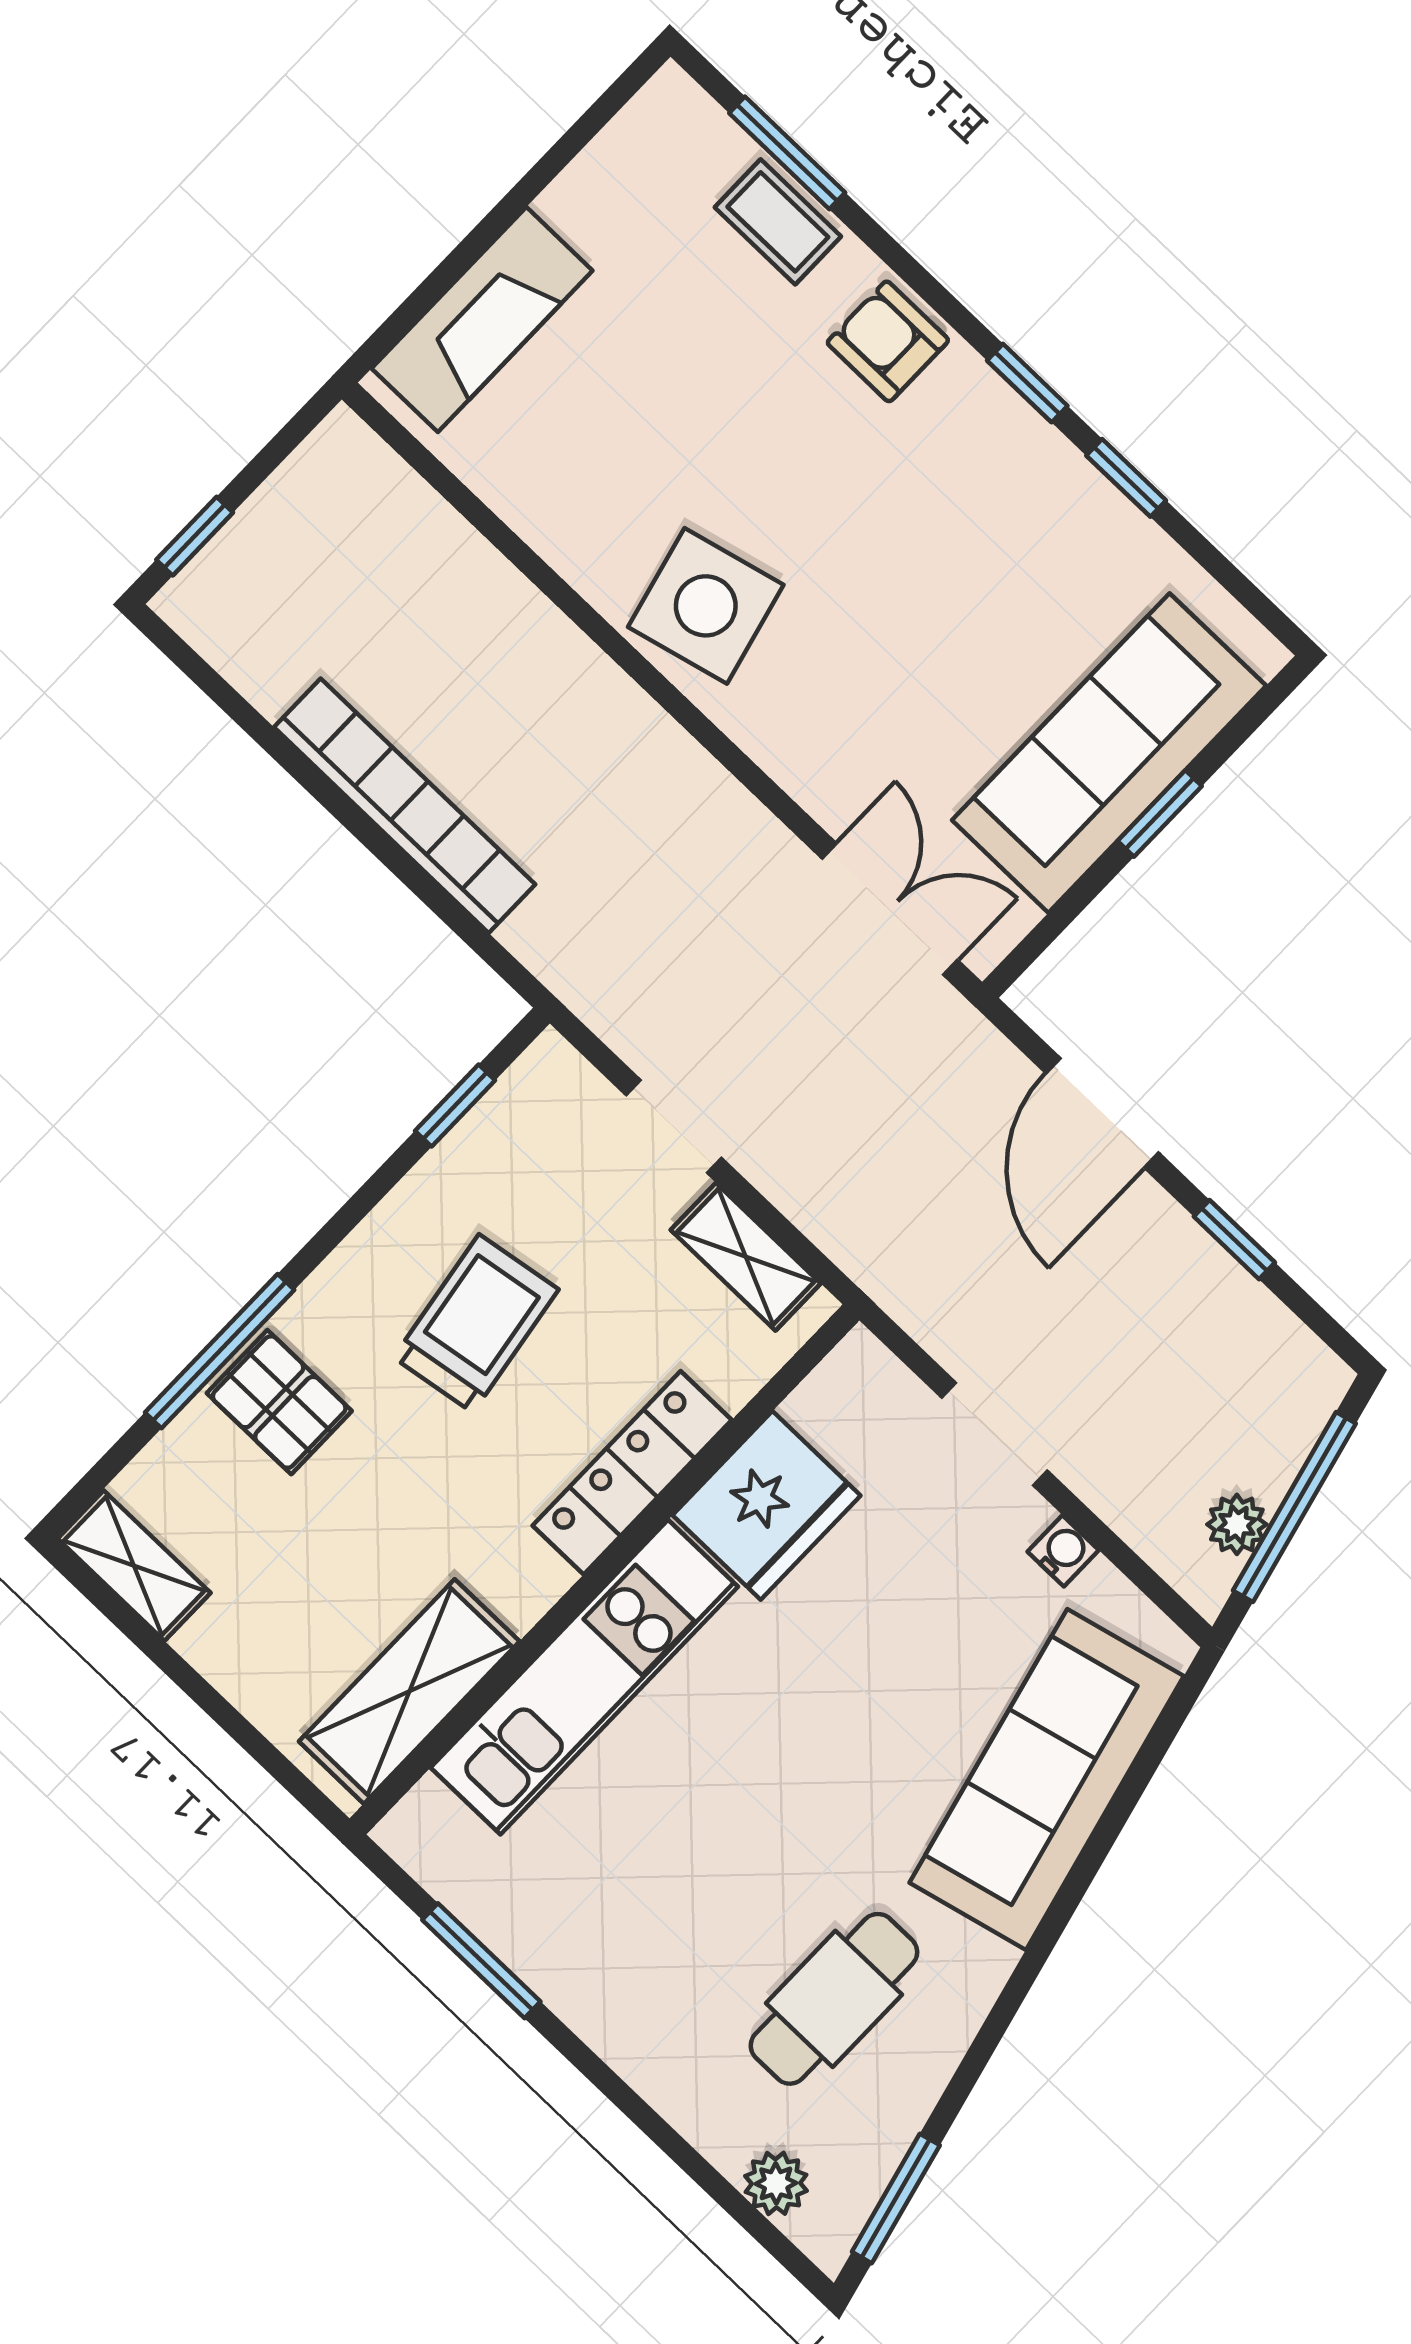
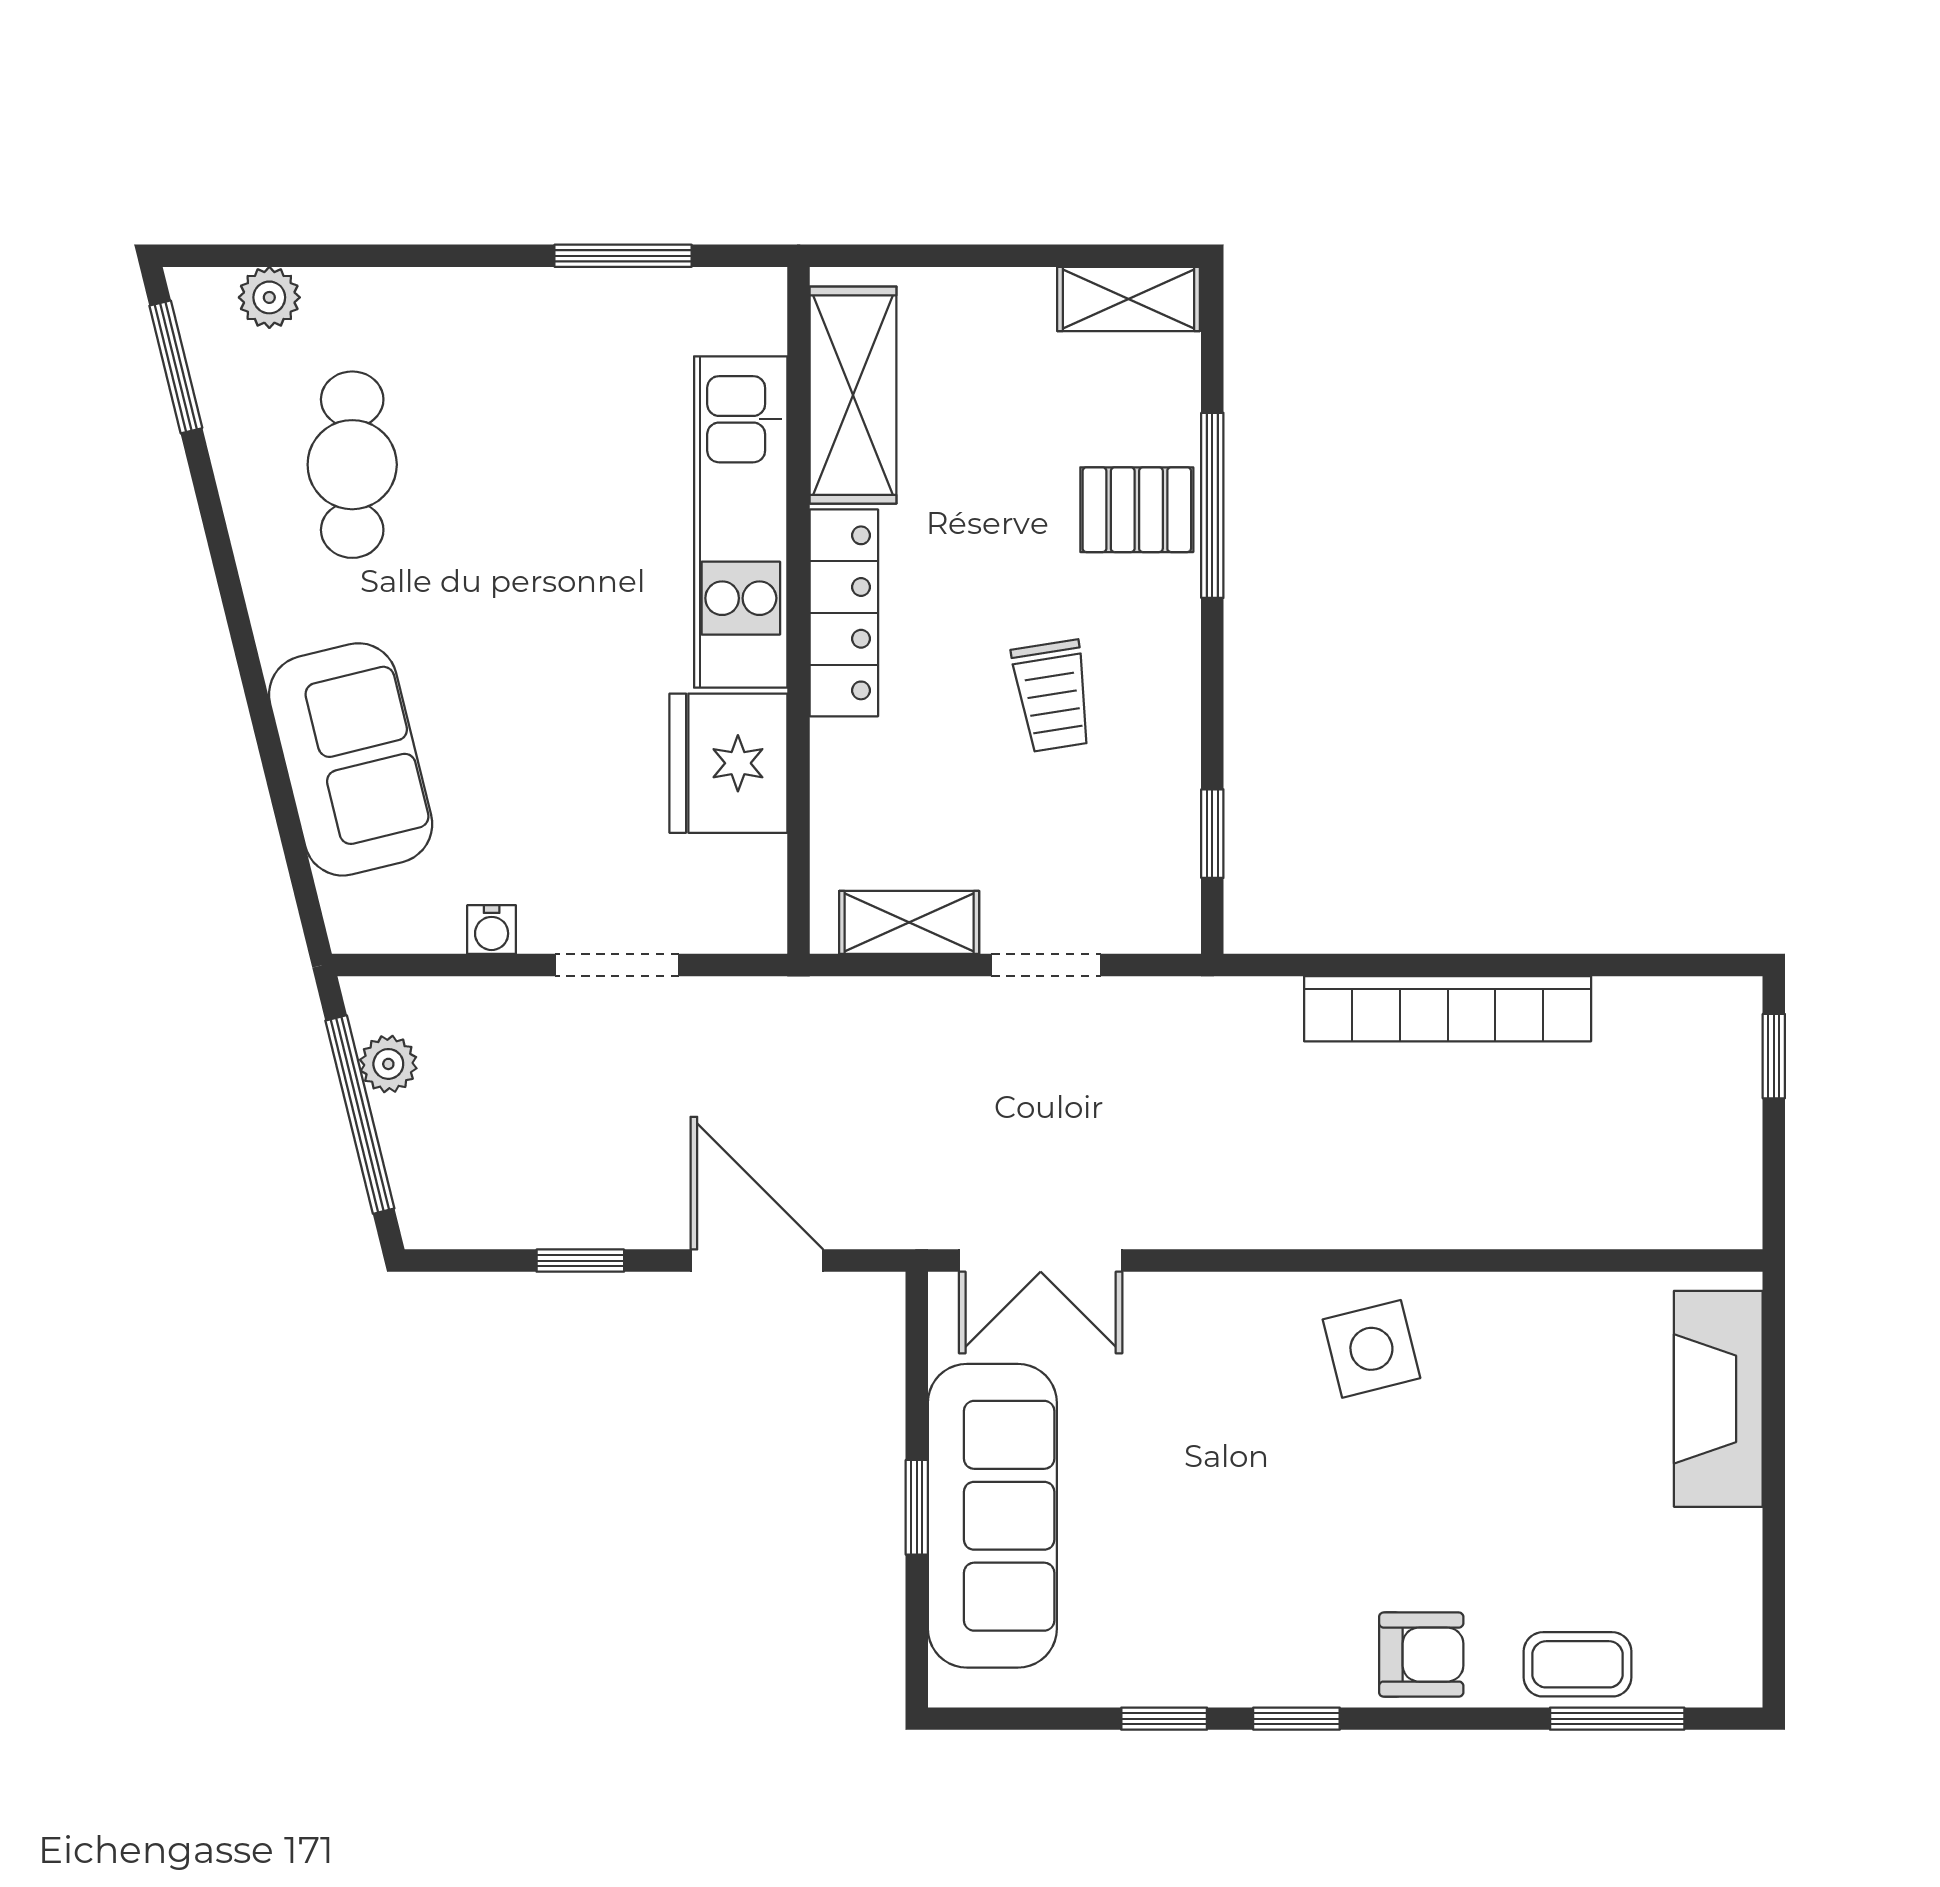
side table: (706, 606) -> (1371, 1349), width x0.73, depth x0.73
trolley: (476, 1323) -> (1052, 696), width x0.73, depth x0.72
locker: (632, 1473) -> (844, 613), moved
sofa: (1047, 1779) -> (351, 759), width x0.73

